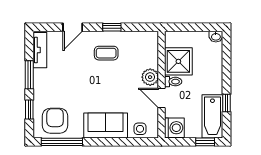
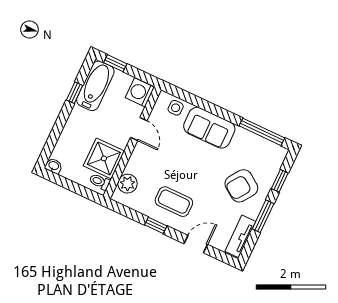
coffee table: (106, 53) -> (174, 202), width x1.36, depth x1.30
plant: (150, 77) -> (128, 184), moved
toilet: (173, 82) -> (100, 182), moved
armchair: (55, 121) -> (241, 186), moved, turned 35

